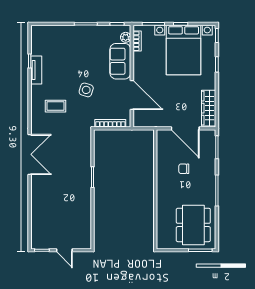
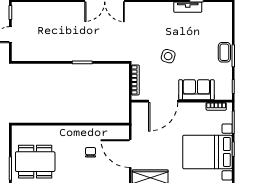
plant: (126, 37) -> (220, 95), removed
coffee table: (55, 106) -> (224, 52), moved
door: (185, 128) -> (130, 154), hinge flipped

